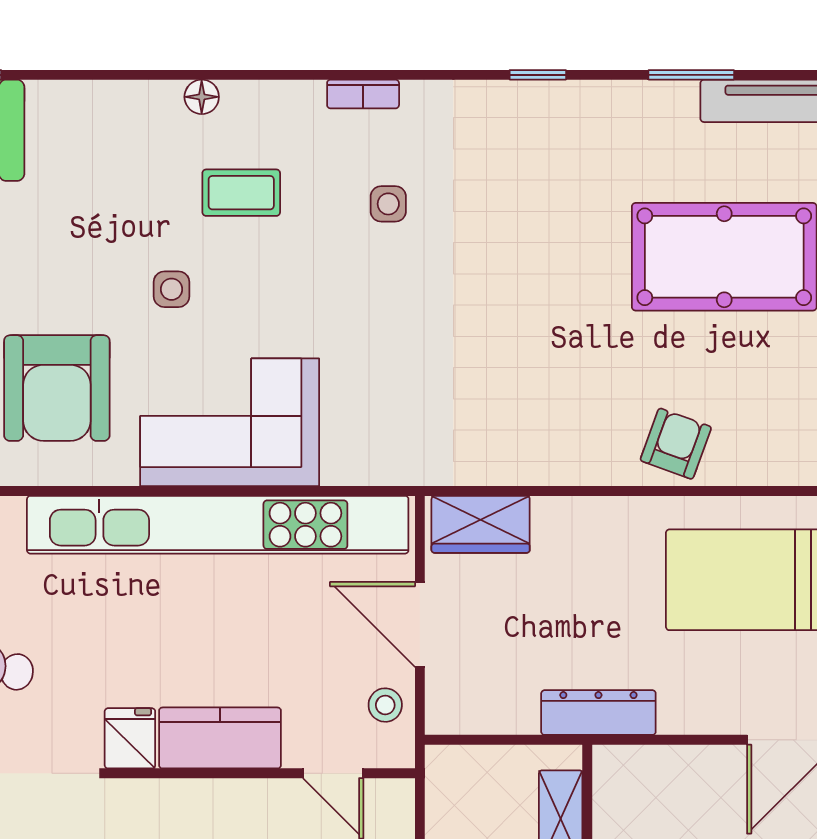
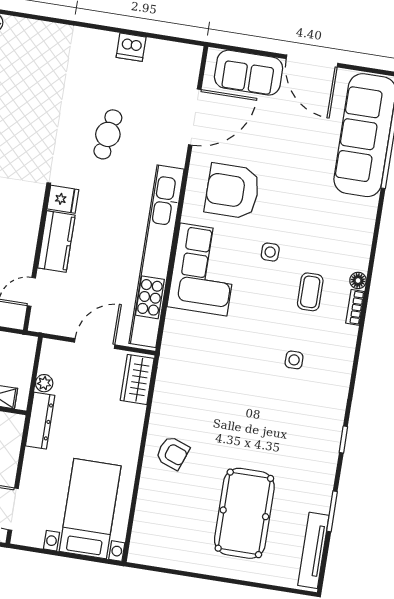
bookcase: (363, 94) -> (355, 307), moved
armchair: (676, 444) -> (173, 453), moved
stool: (385, 705) -> (60, 321), removed
plant: (519, 717) -> (44, 383), added

